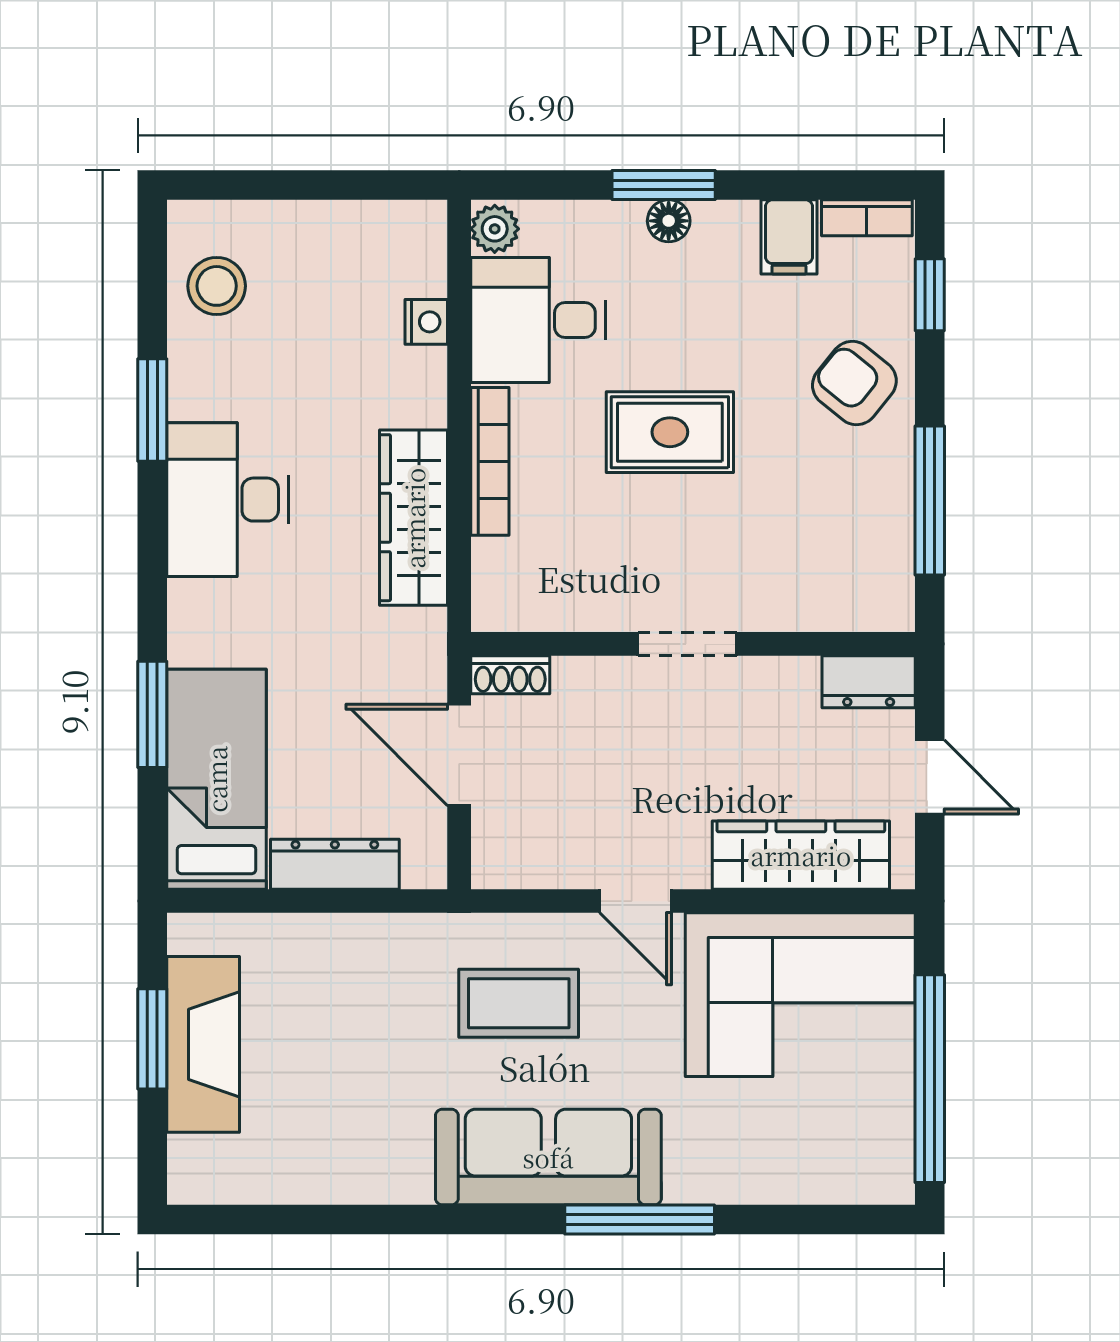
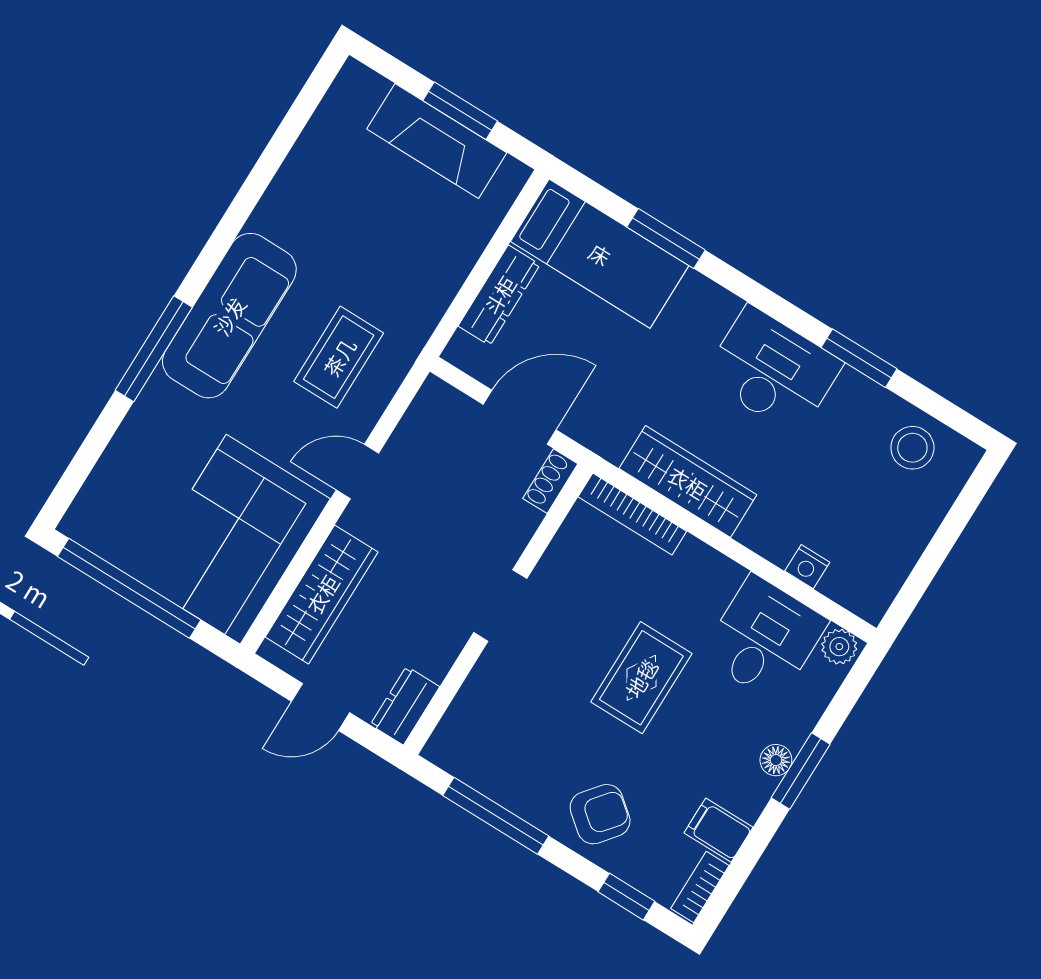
bookcase: (490, 461) -> (632, 514), moved

